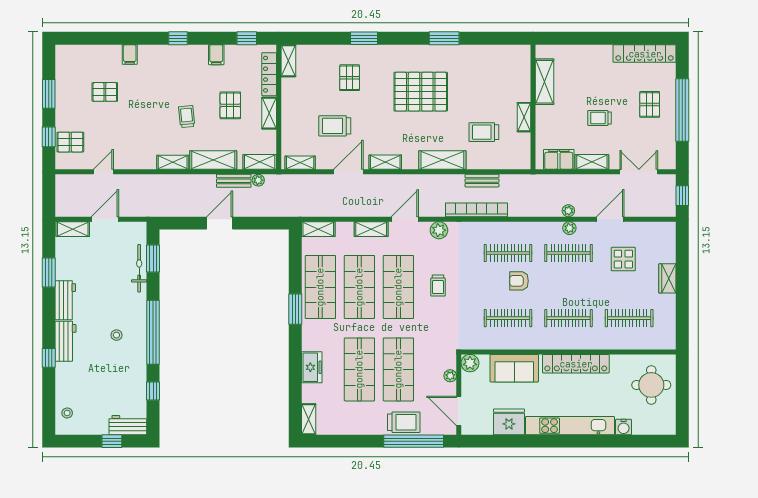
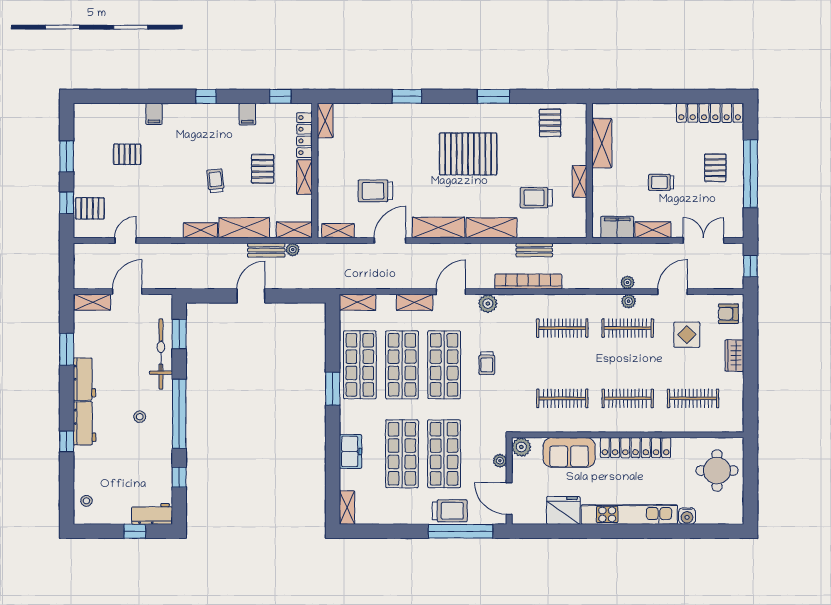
pallet: (350, 78) -> (550, 123), moved
shelving: (385, 162) -> (439, 227), width x1.50, depth x1.33
bicycle: (139, 268) -> (161, 354), width x1.37, depth x1.40
armchair: (519, 281) -> (728, 314), moved

